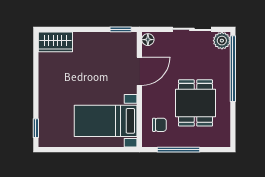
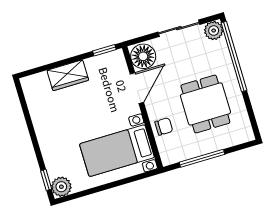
floor lamp: (148, 40) -> (143, 56), width x1.89, depth x1.89
wardrobe: (55, 42) -> (68, 75), moved
chair: (159, 125) -> (164, 126), moved
plant: (47, 138) -> (61, 187), added

